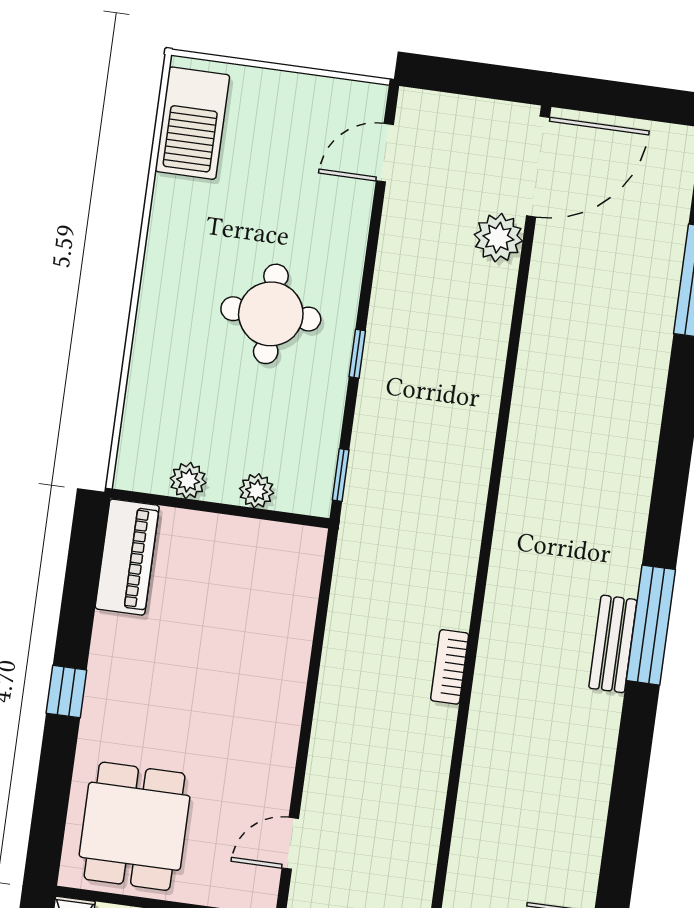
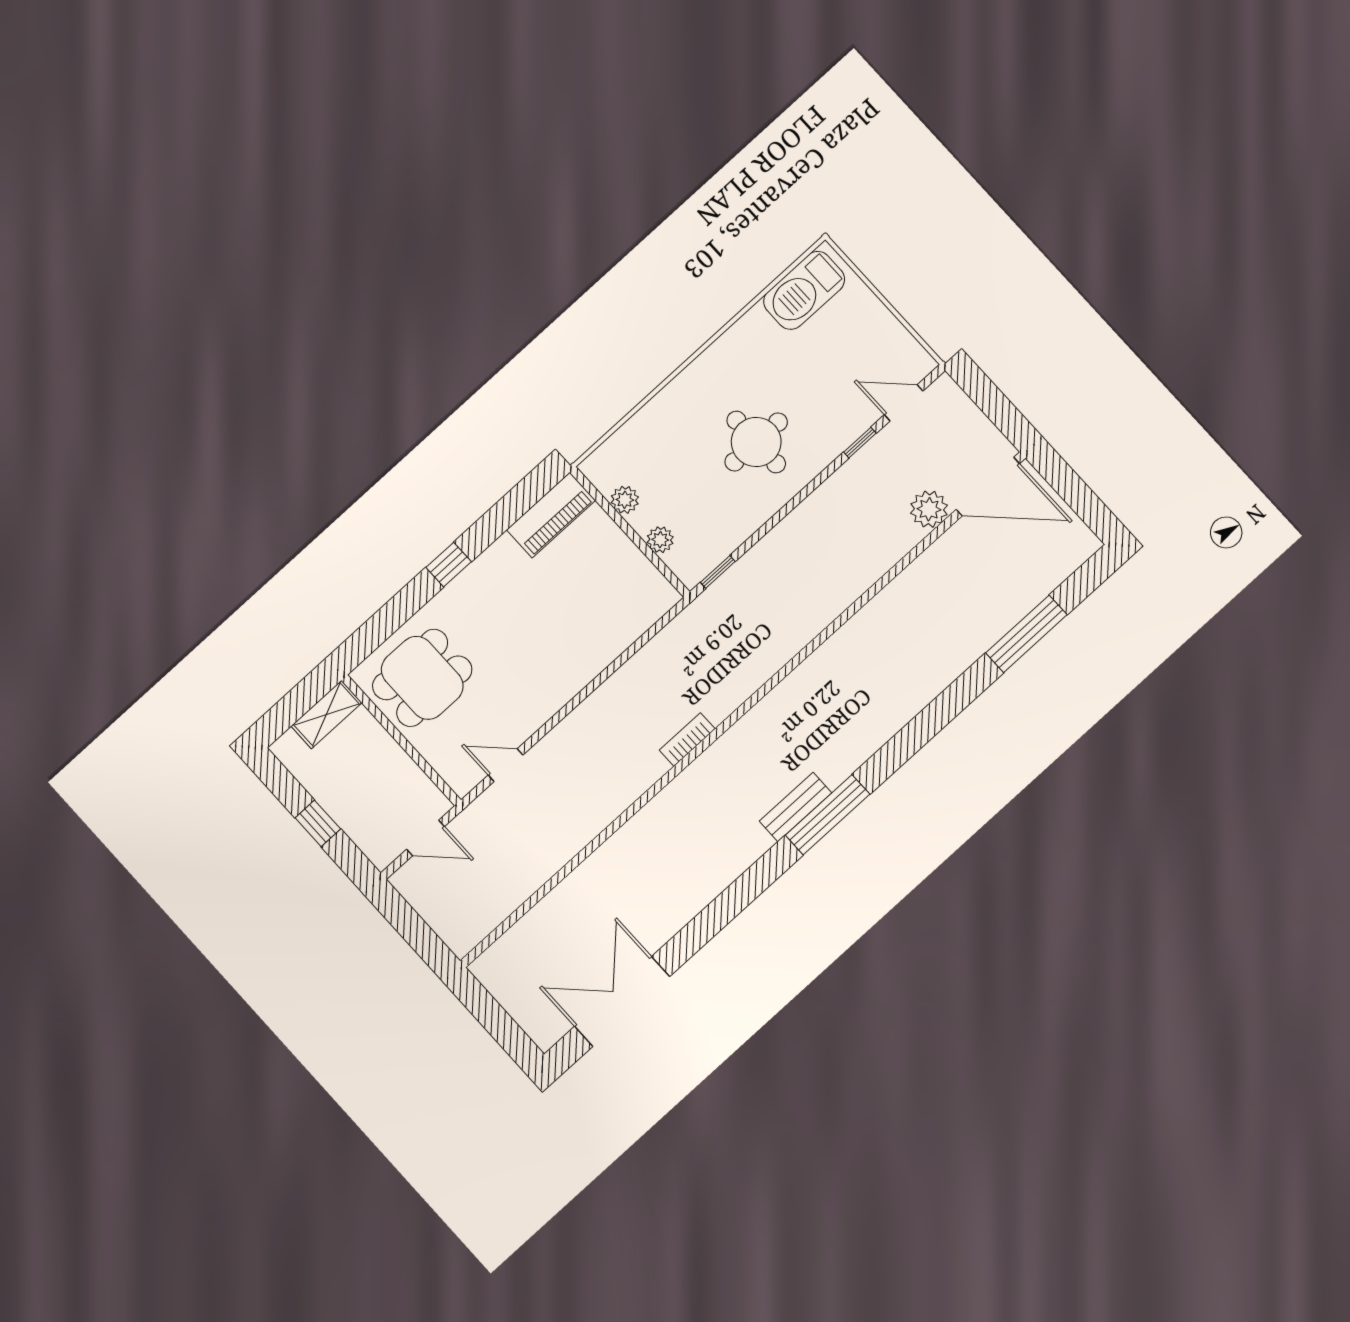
window: (357, 354) -> (860, 443), moved

